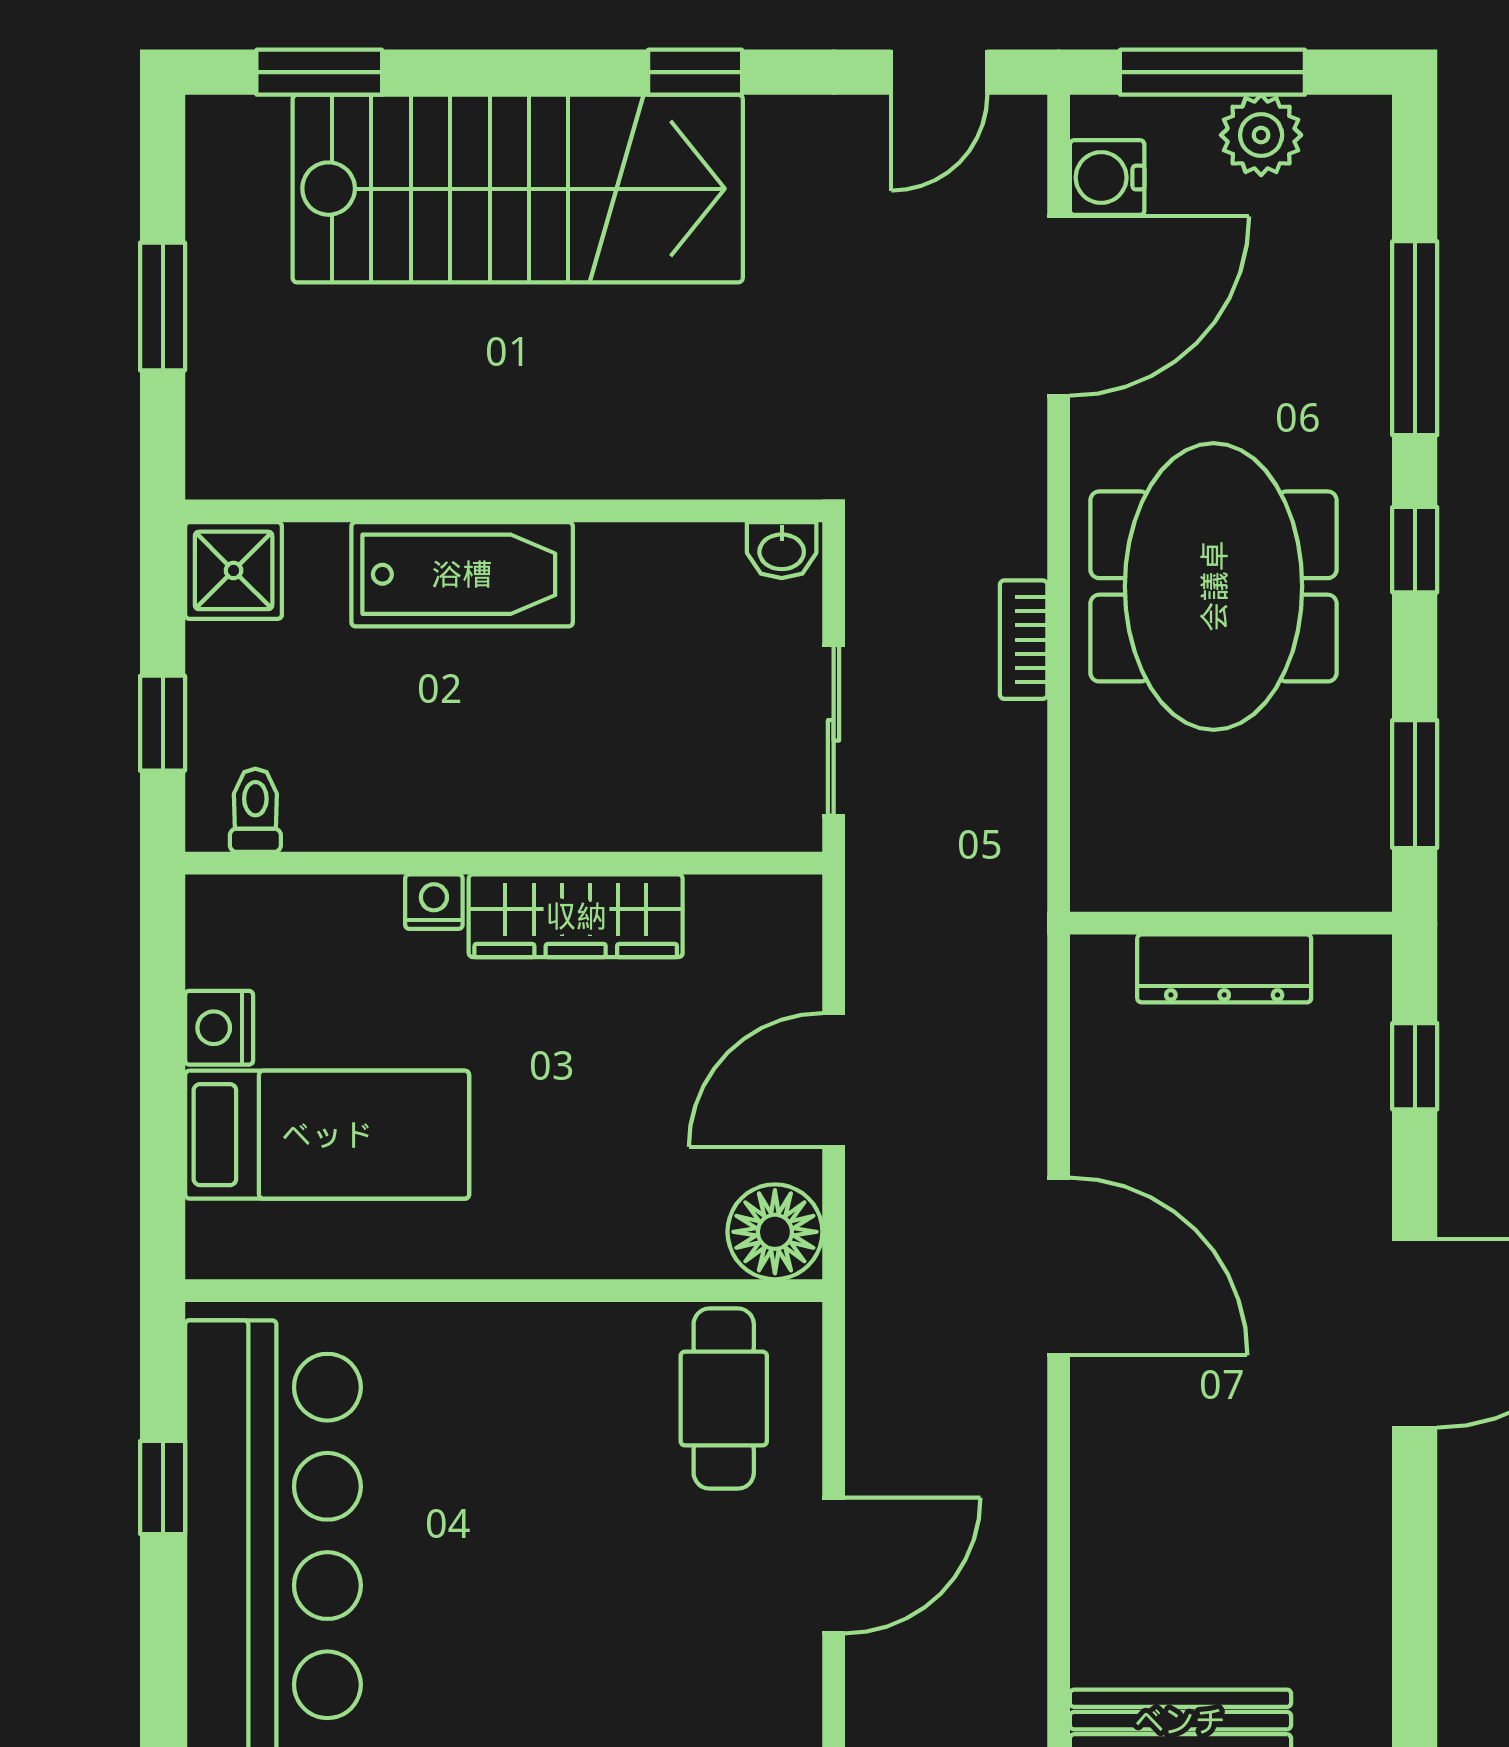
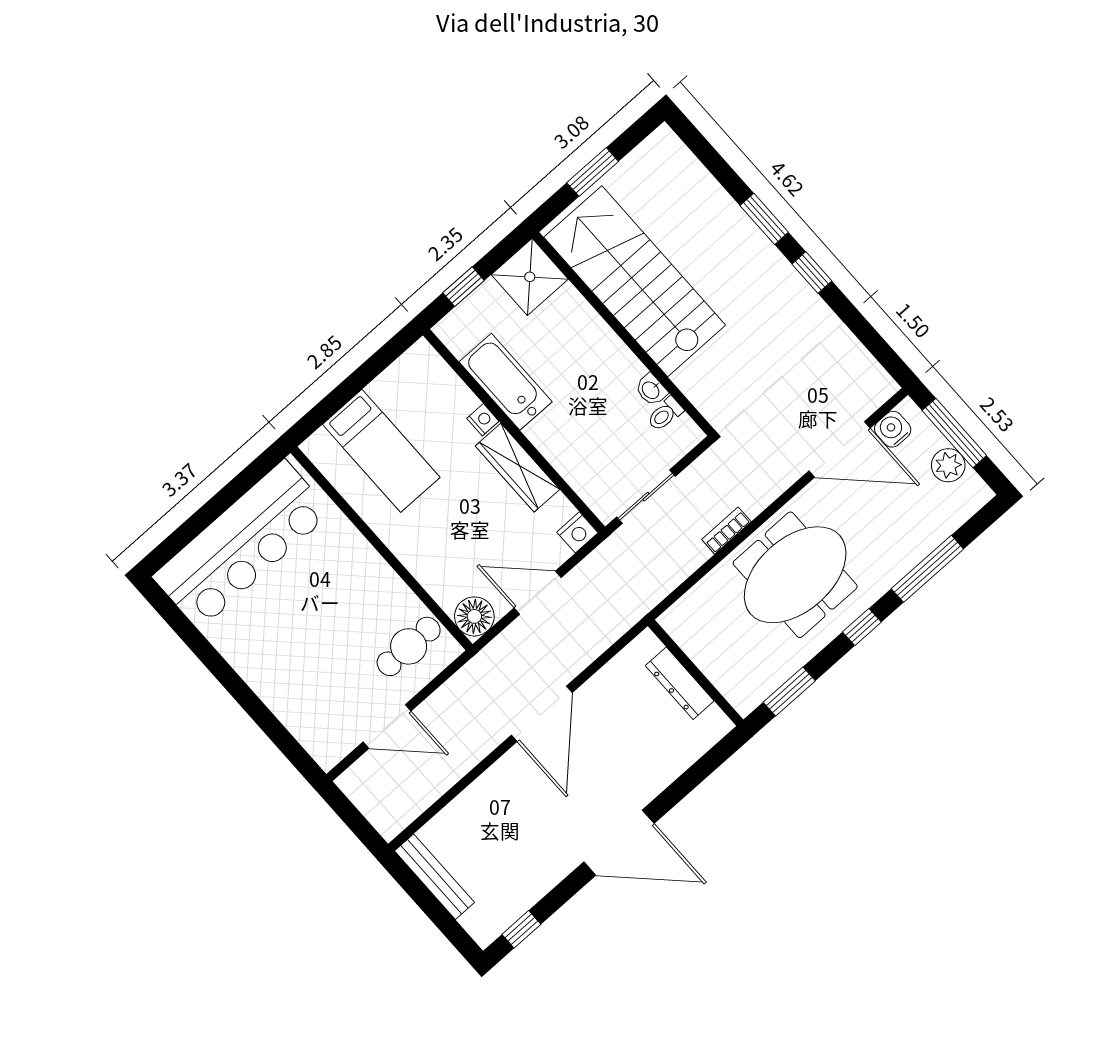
window: (319, 72) -> (764, 219), moved
door: (939, 72) -> (879, 348), removed
stairs: (518, 189) -> (635, 281), moved, turned 180
washbasin: (782, 550) -> (651, 390), moved
shower: (234, 570) -> (530, 277), width x1.36, depth x1.36
bathtub: (462, 574) -> (506, 382), moved, turned 180
toilet: (255, 810) -> (665, 414), moved, turned 180
nightstand: (219, 1028) -> (577, 532), moved, turned 180
window: (1415, 1066) -> (521, 929), moved
window: (163, 1487) -> (227, 497), removed

